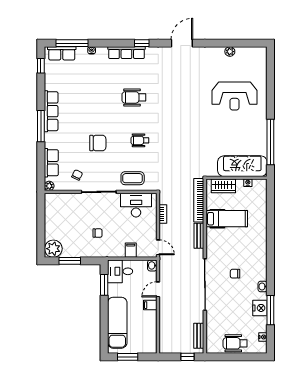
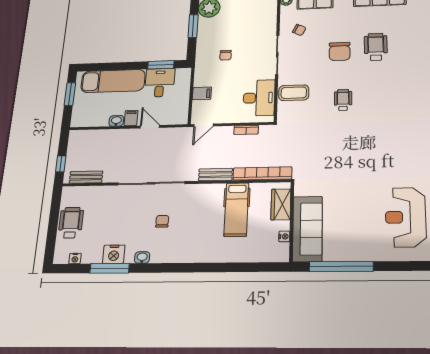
wheelchair: (134, 97) -> (376, 47), moved
coffee table: (133, 178) -> (294, 93), turned 90
washbasin: (152, 265) -> (116, 121), moved
desk: (120, 271) -> (160, 83), moved

